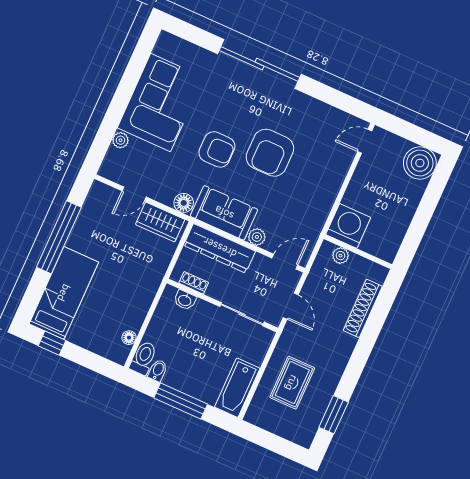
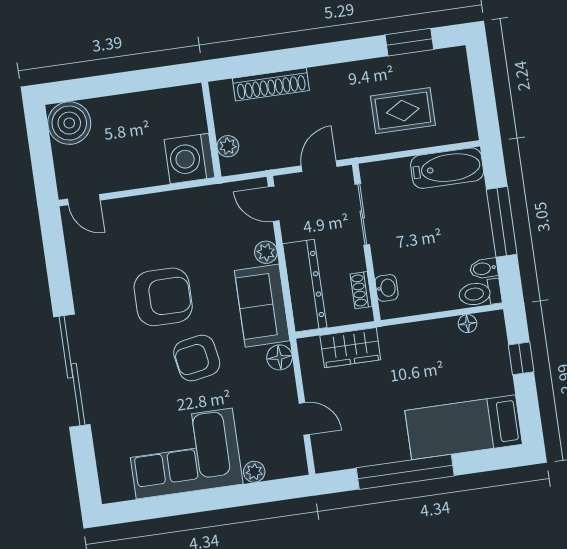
armchair: (217, 149) -> (197, 358), turned -100
wardrobe: (160, 222) -> (350, 348), moved, turned 90
window: (52, 343) -> (521, 358), moved

